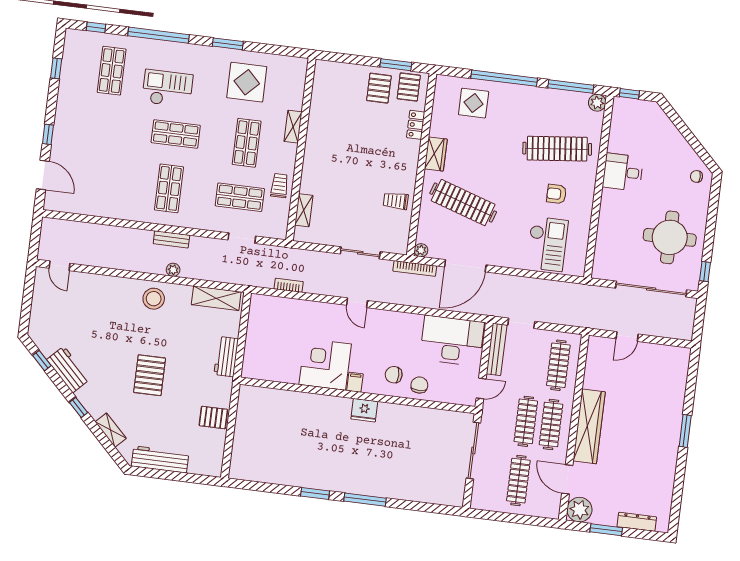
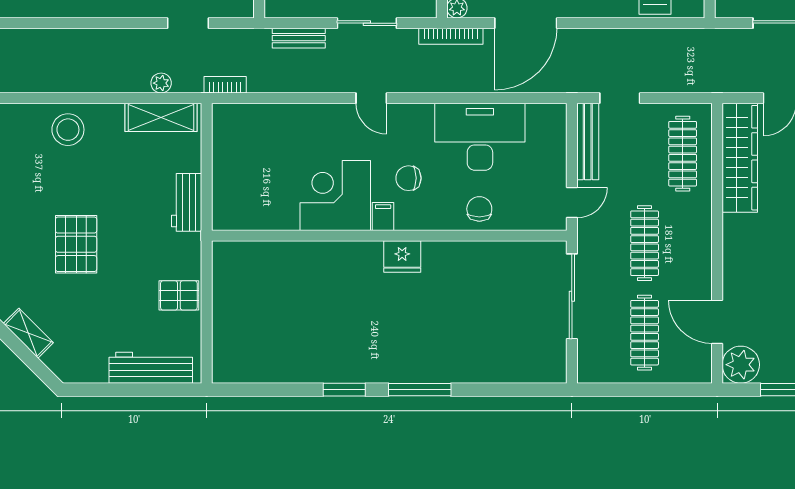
bench: (171, 239) -> (299, 38), moved
plant: (173, 270) -> (161, 83), moved
bookcase: (289, 285) -> (225, 85), moved
desk: (452, 341) -> (480, 137), moved
chair: (394, 375) -> (408, 178), moved
clothes rail: (551, 424) -> (683, 243), removed
wardrobe: (589, 426) -> (740, 158), moved
workbench: (160, 459) -> (151, 368), moved

